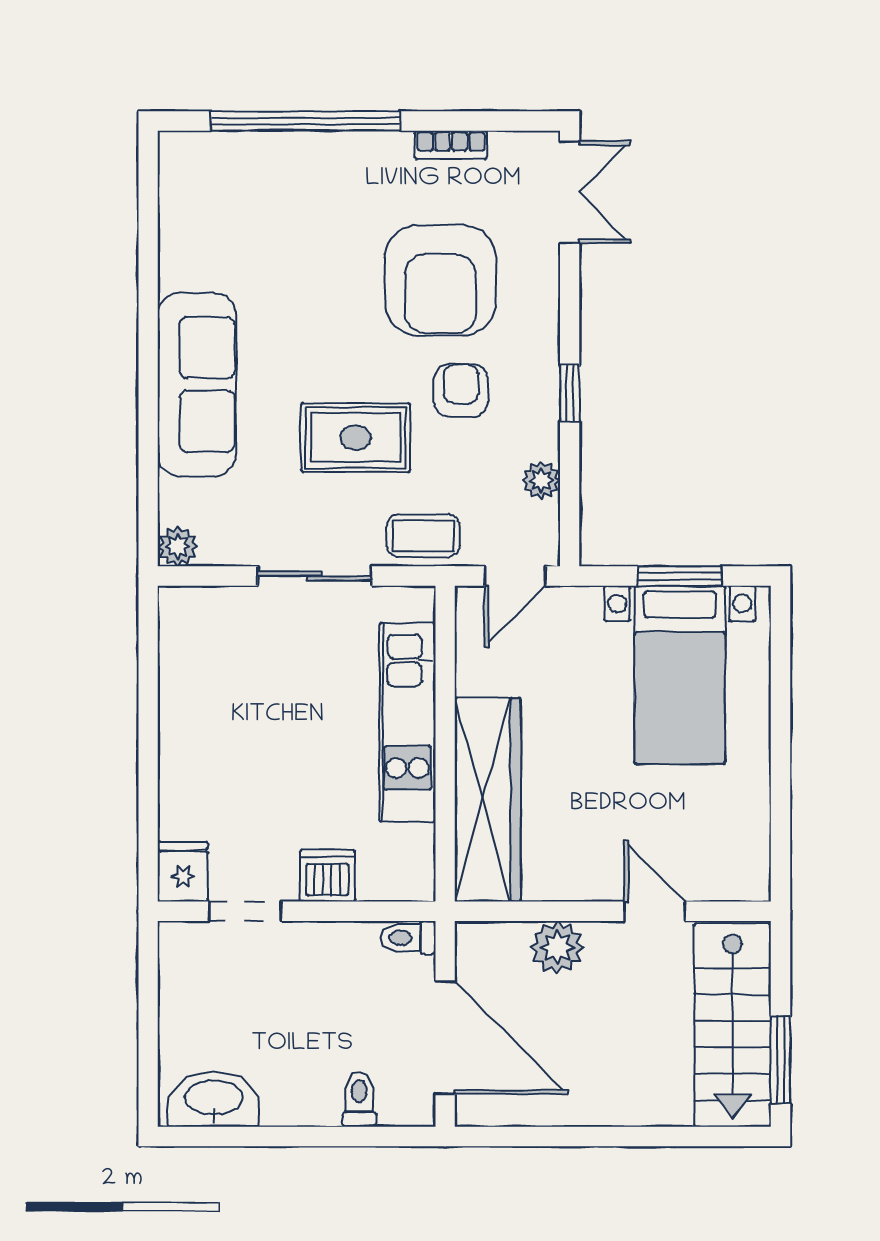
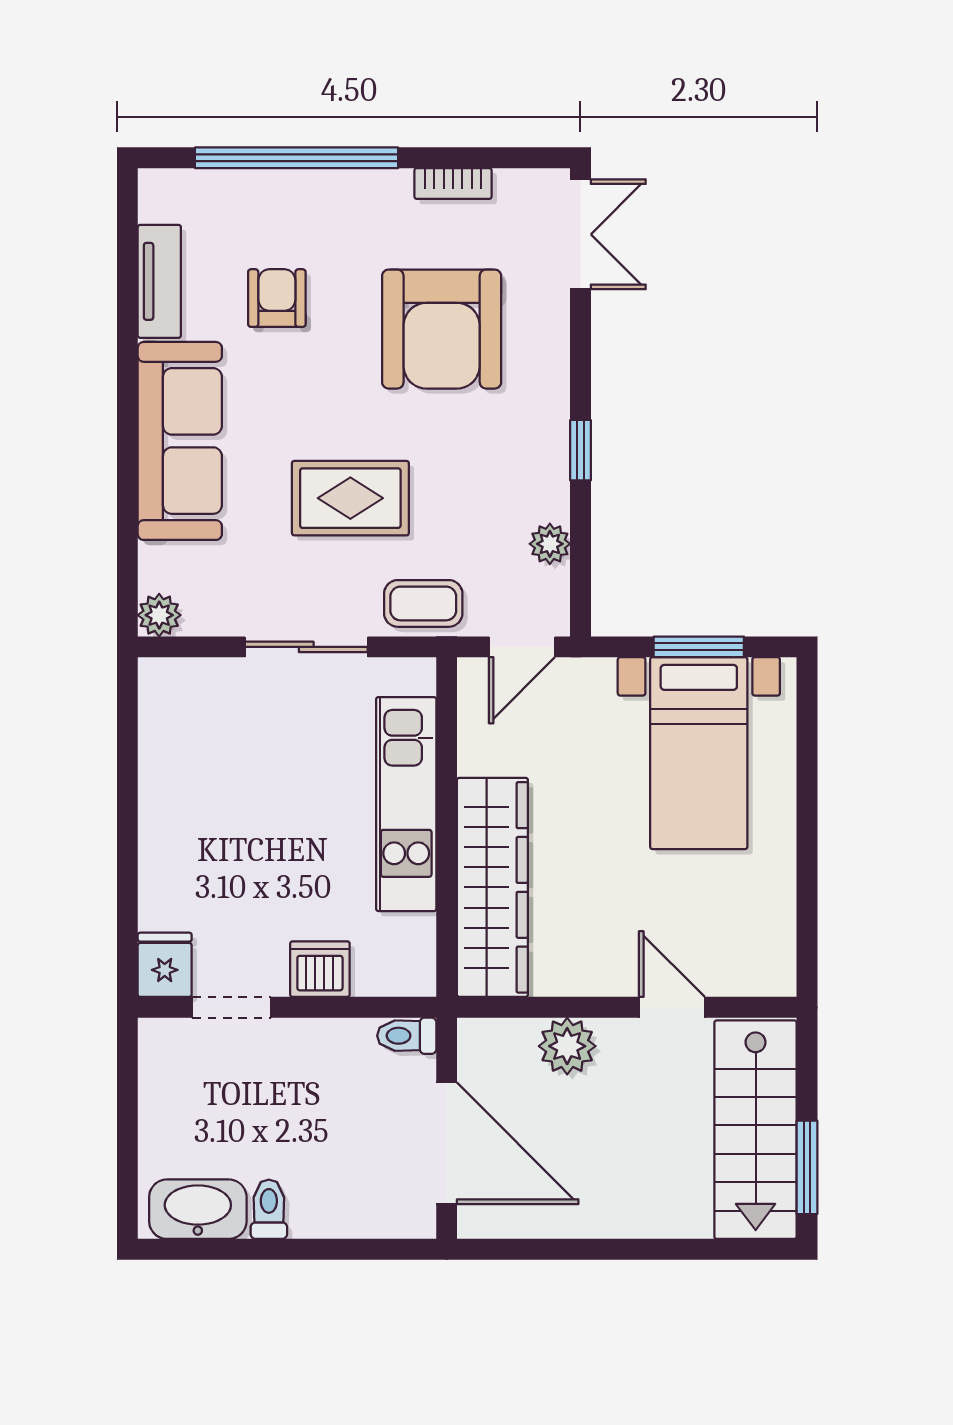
tv unit: (178, 236) -> (159, 281), added
armchair: (461, 390) -> (277, 298), moved
toilet: (359, 1099) -> (269, 1209), moved

